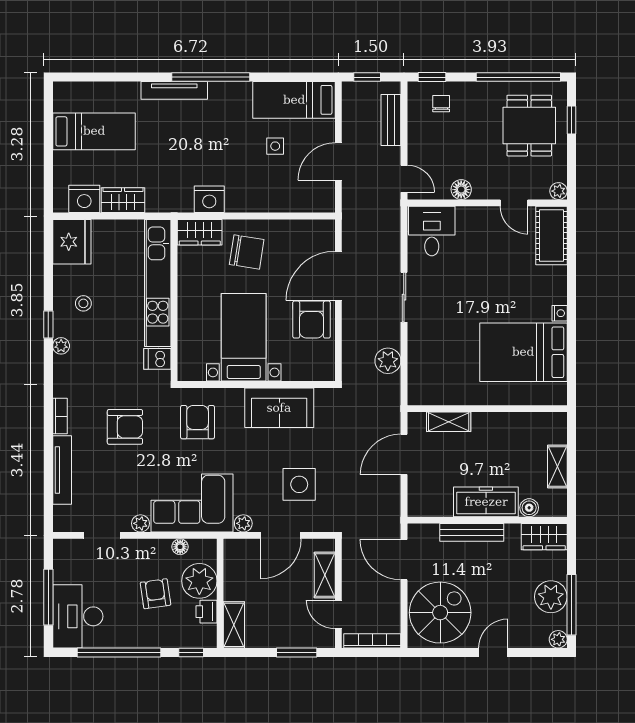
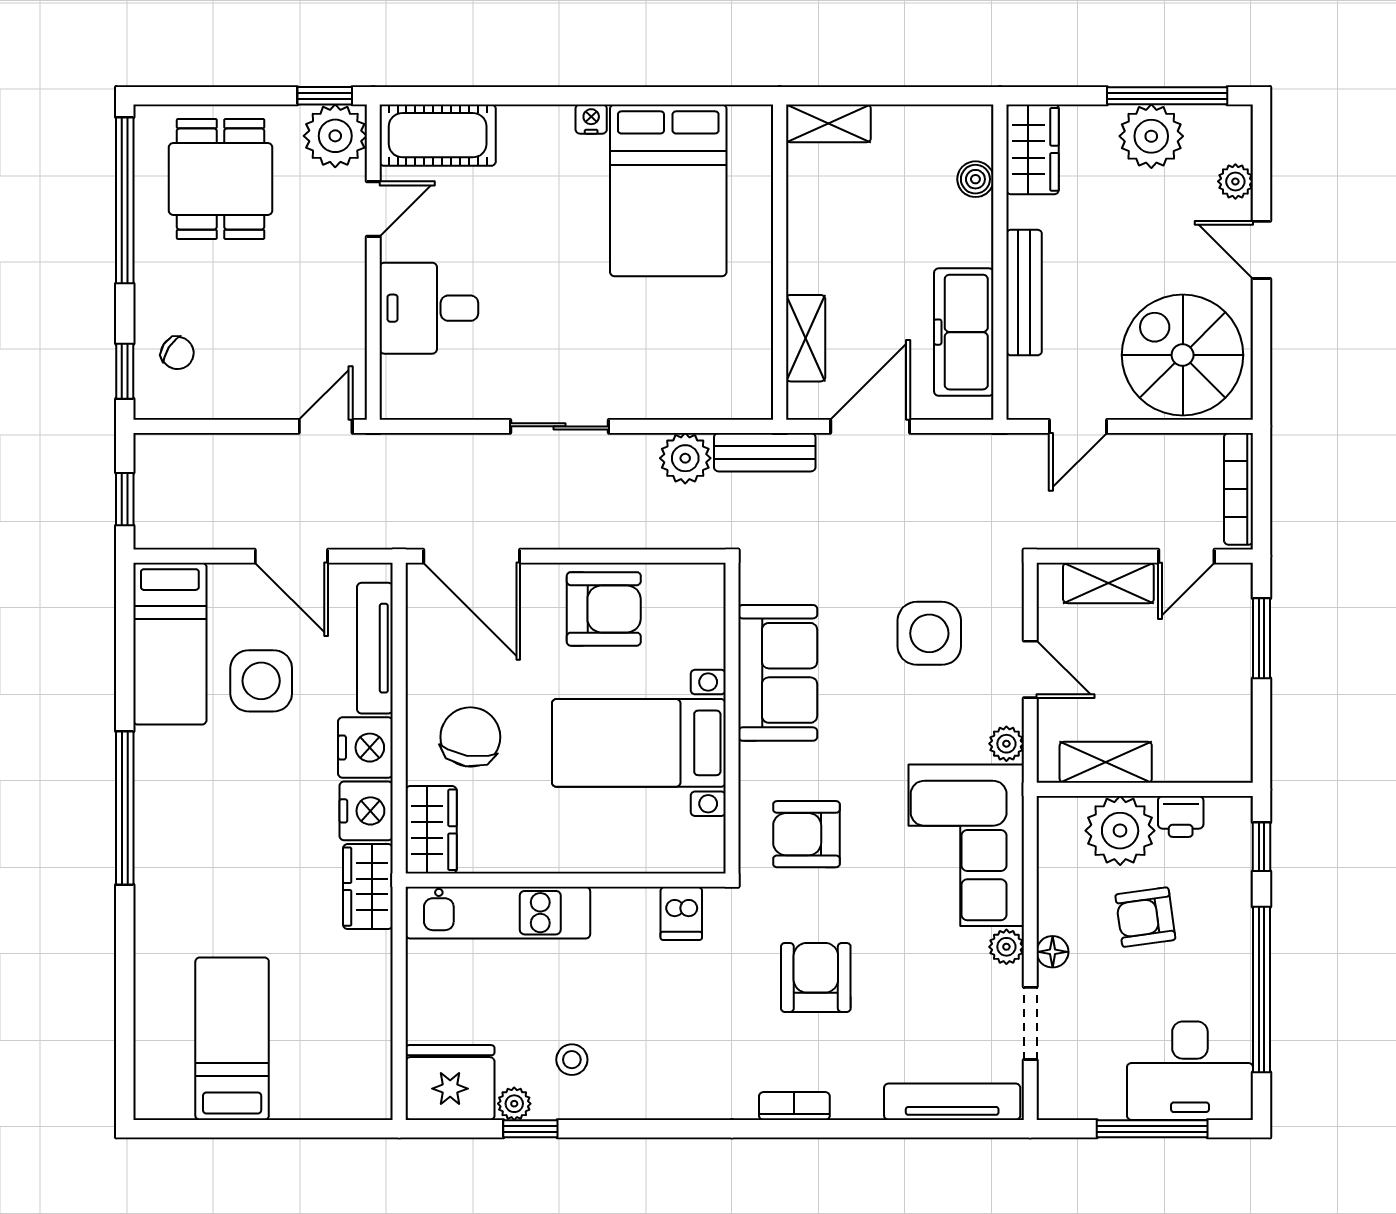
tv unit: (174, 90) -> (375, 648), moved, turned 180
chair: (441, 104) -> (177, 353), turned -147
bench: (391, 120) -> (765, 452), moved
window: (571, 120) -> (325, 96), moved
dining table: (529, 126) -> (221, 179), turned 90
side table: (275, 146) -> (261, 681), width x1.87, depth x1.87
floor lamp: (461, 190) -> (347, 313), removed
plant: (558, 191) -> (335, 136), width x1.88, depth x1.88
nightstand: (84, 199) -> (365, 748), moved
wardrobe: (123, 200) -> (368, 887), moved
desk: (432, 231) -> (429, 308), moved
door: (338, 276) -> (472, 556), moved
kitchen unit: (158, 283) -> (498, 913), width x0.73
window: (48, 325) -> (530, 1129), moved
plant: (61, 346) -> (514, 1104), moved
door: (404, 454) -> (870, 426), swing flipped
shelving: (557, 466) -> (828, 123), moved
tv unit: (62, 470) -> (952, 1102), moved
freezer: (486, 502) -> (964, 332), moved
door: (281, 535) -> (1030, 669), width x0.73
floor lamp: (180, 547) -> (1053, 952), moved
door: (404, 560) -> (1078, 426), width x0.73
shelving: (234, 625) -> (1106, 762), moved
plant: (558, 639) -> (1235, 181), moved

